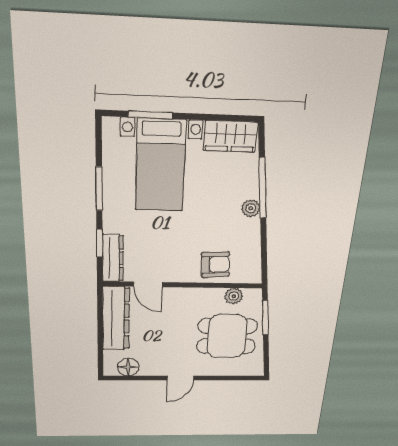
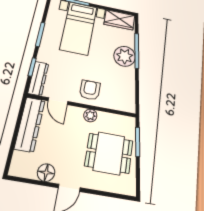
plant: (251, 208) -> (125, 56), width x1.88, depth x1.88
armchair: (215, 265) -> (90, 90), moved, turned -86
plant: (234, 296) -> (90, 115), moved
floor lamp: (128, 367) -> (46, 173), moved

